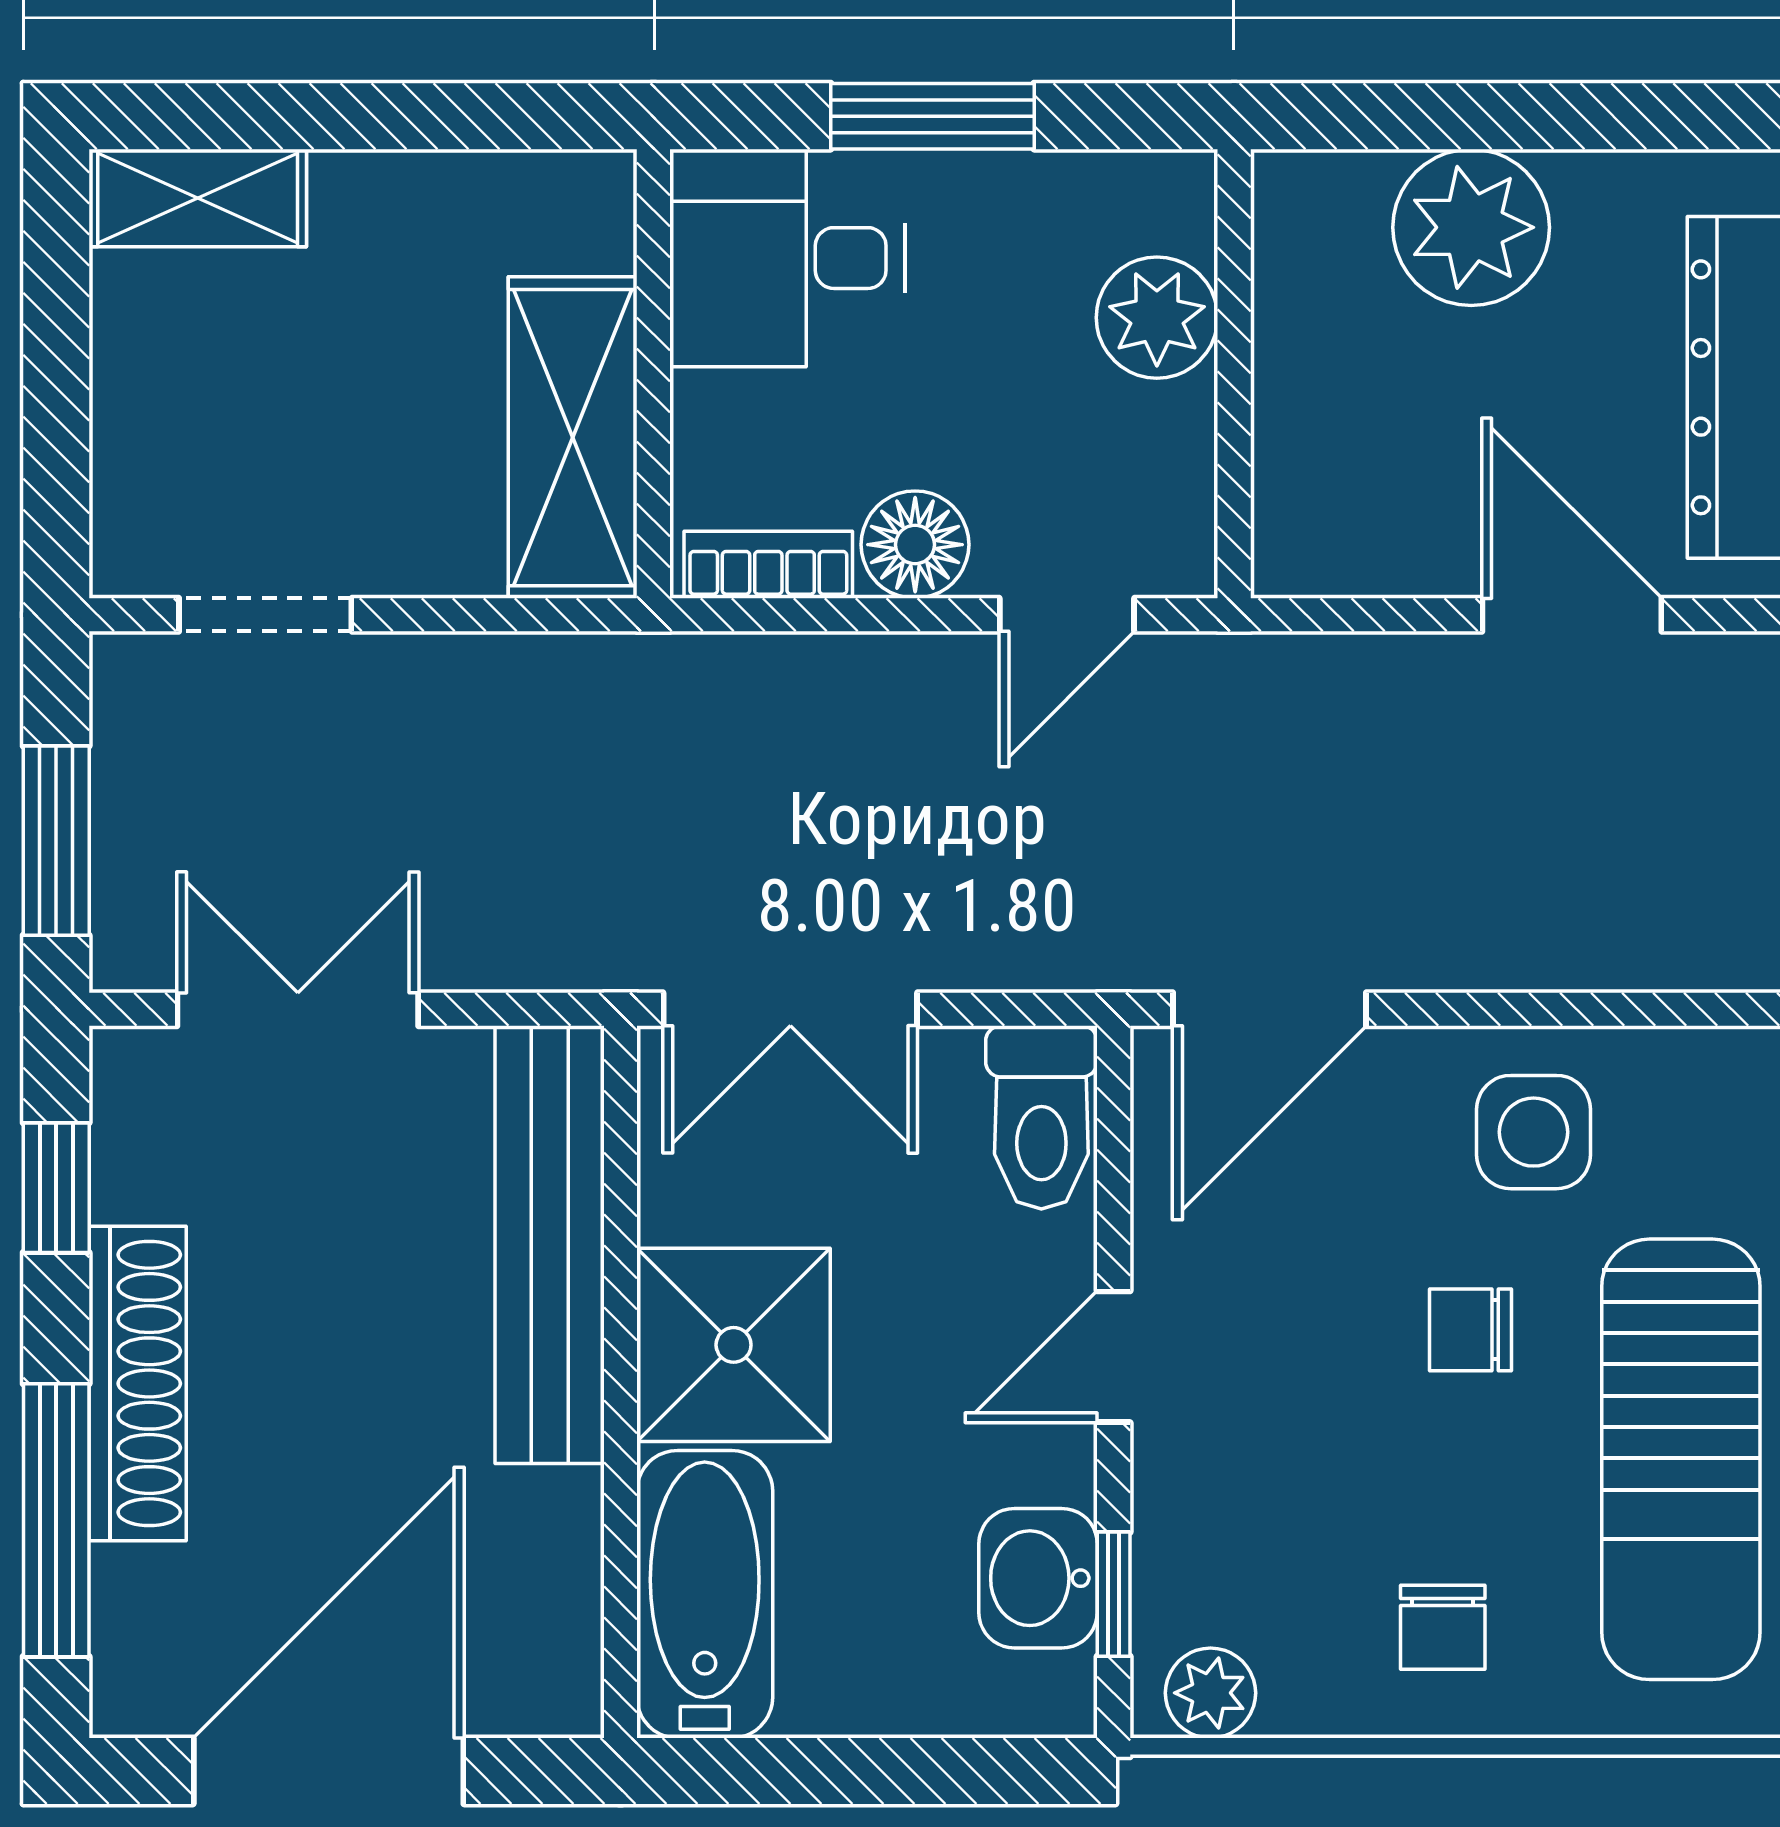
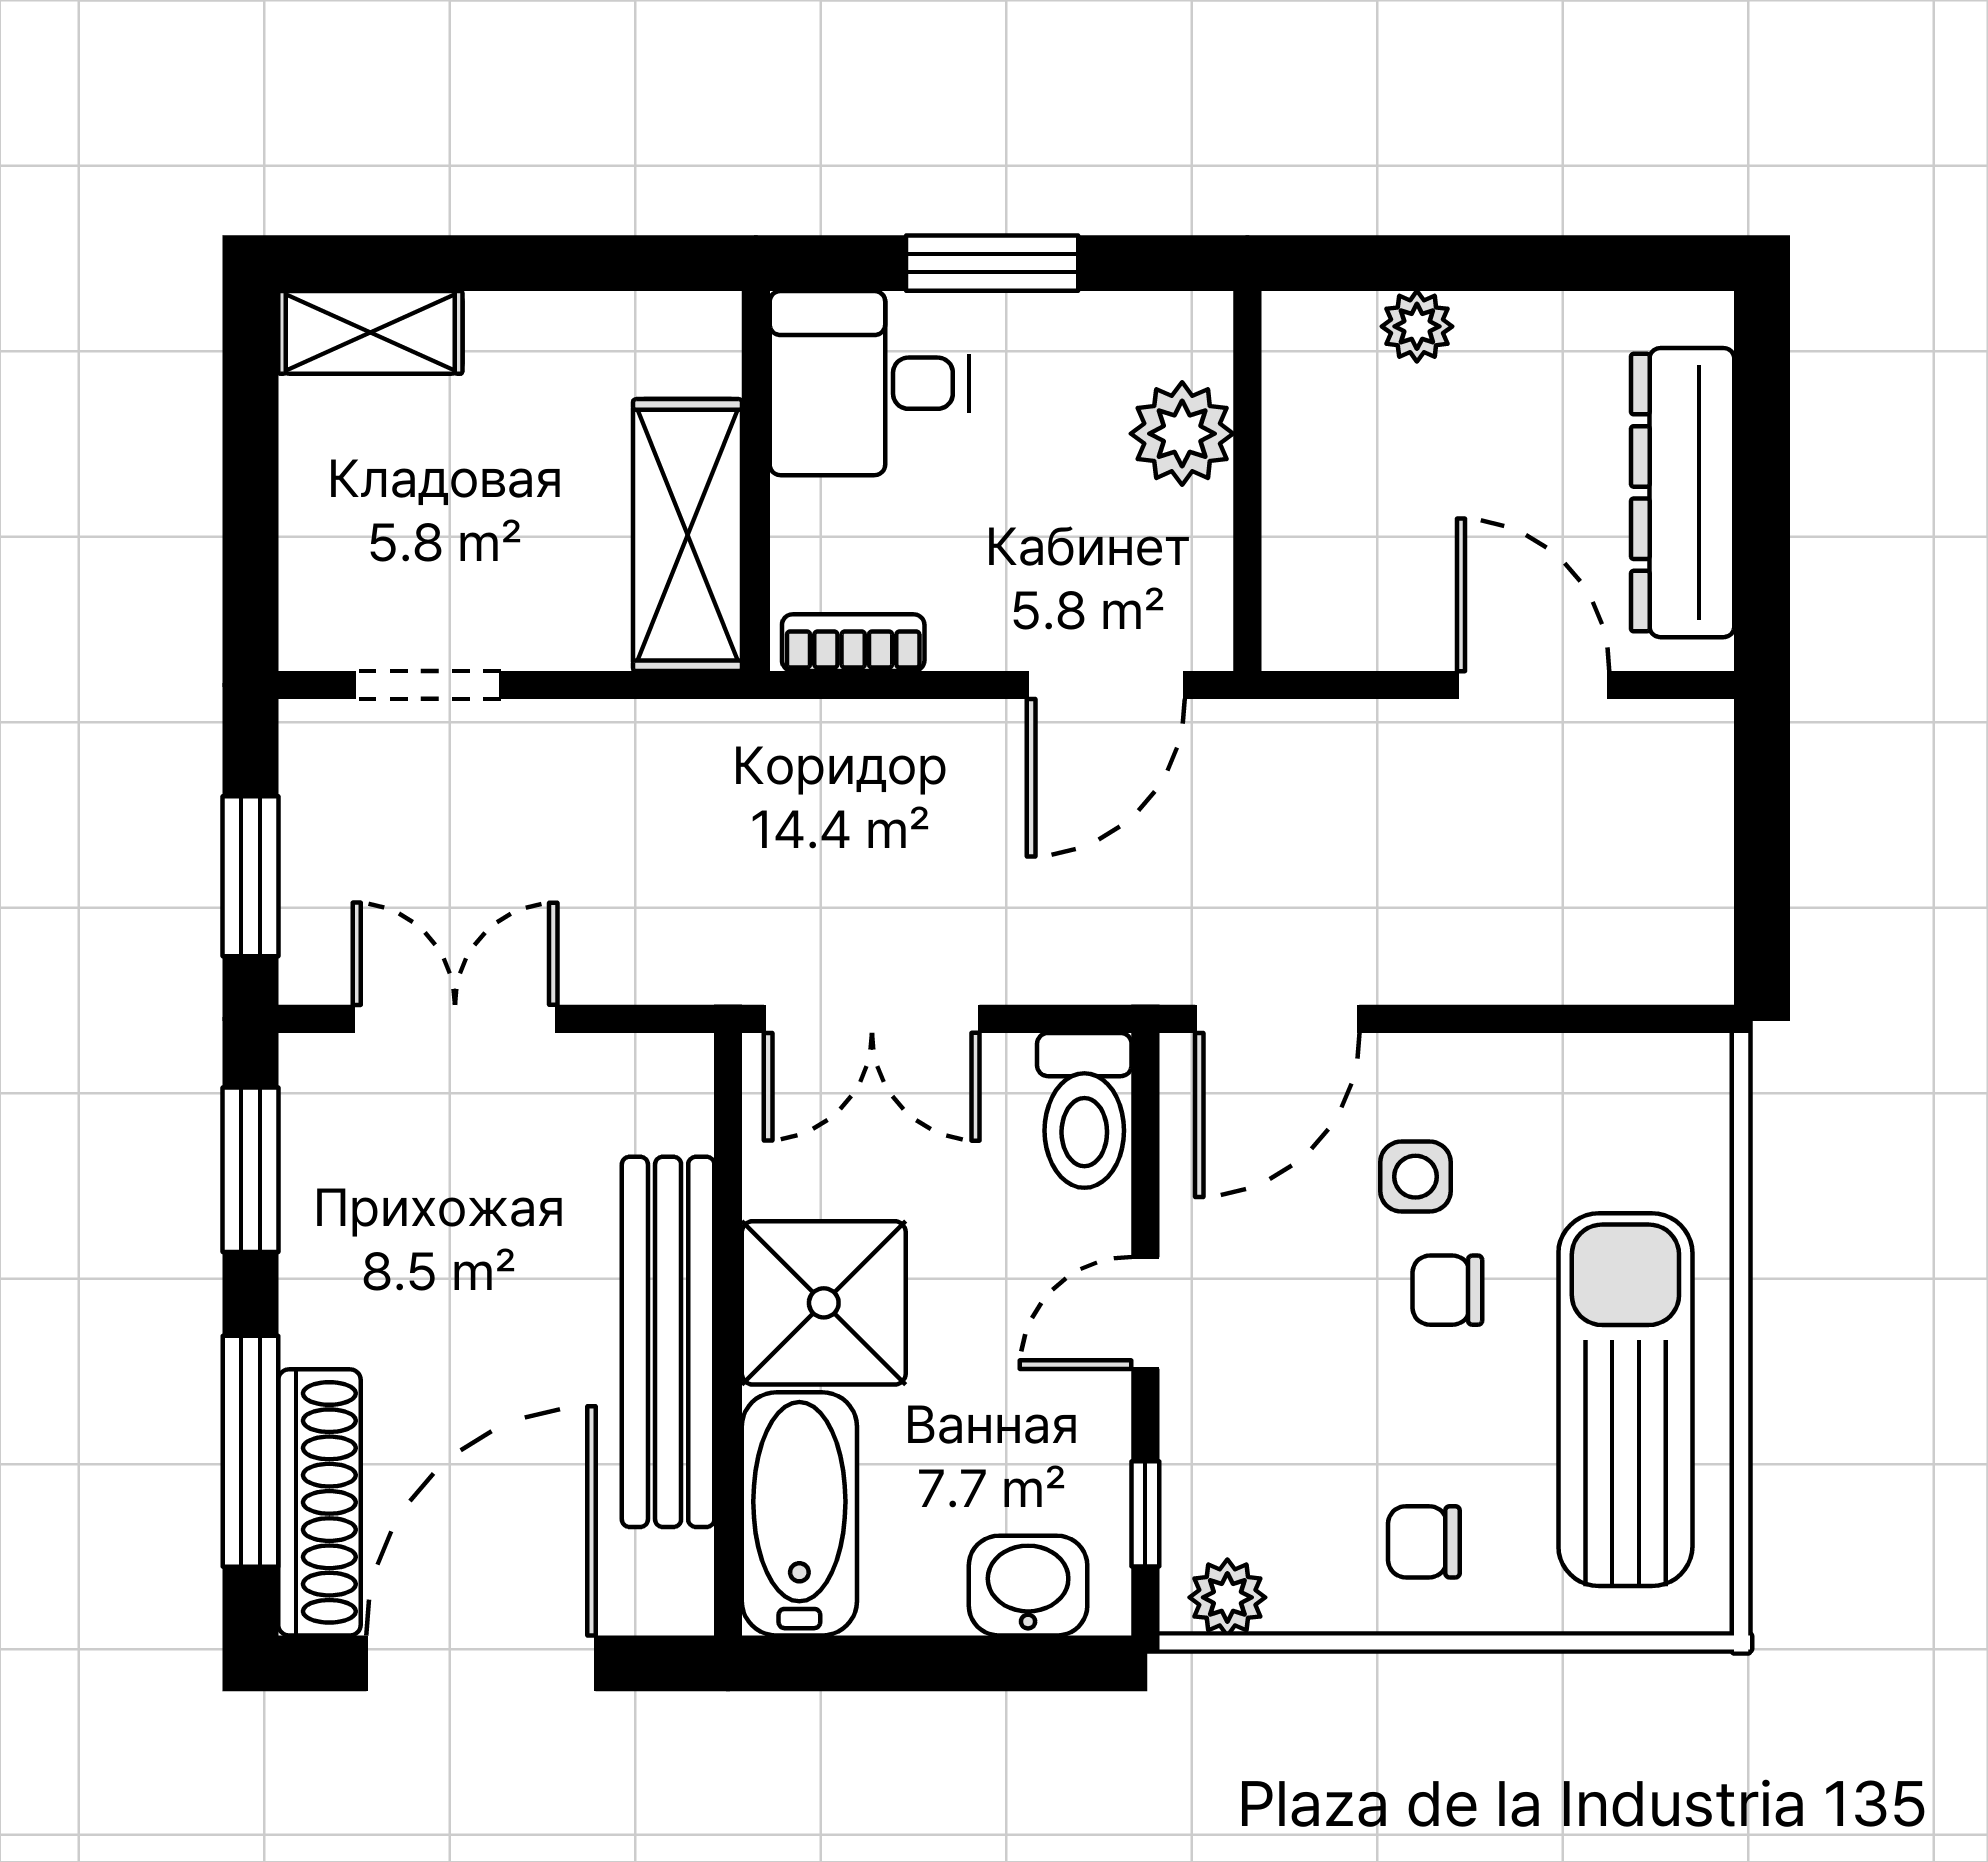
plant: (1471, 227) -> (1417, 326), width x0.53, depth x0.53
floor lamp: (915, 545) -> (977, 626), removed
door: (1067, 615) -> (1106, 685), width x1.38
side table: (1534, 1132) -> (1415, 1177), moved, width x0.73, depth x0.73
window: (56, 1188) -> (251, 1170), width x1.50
bench: (550, 1245) -> (668, 1342), moved
shoe rack: (138, 1384) -> (319, 1502), moved
sun lounger: (1681, 1459) -> (1625, 1400), turned 180
washbasin: (1038, 1578) -> (1028, 1586), moved, turned 90
chair: (1443, 1627) -> (1424, 1542), turned 90

